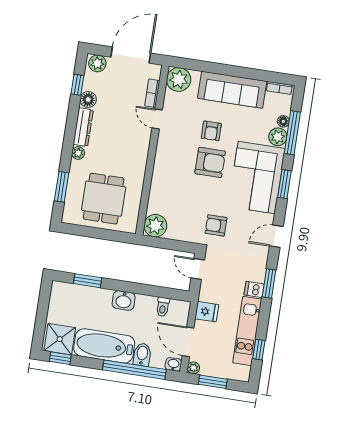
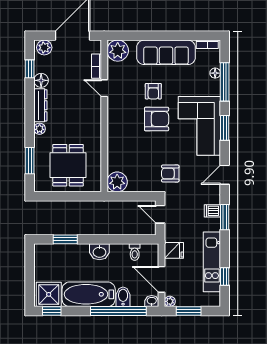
plant: (278, 137) -> (212, 87), removed
dishwasher: (254, 289) -> (212, 211), moved

